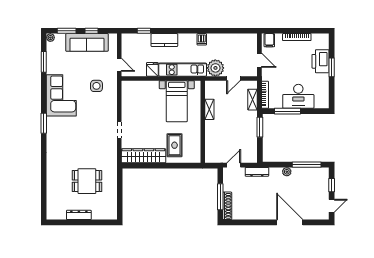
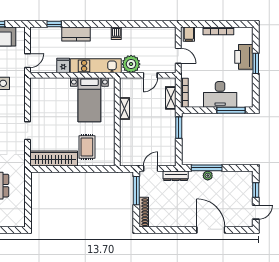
door: (119, 65) -> (28, 61), hinge flipped
window: (288, 111) -> (231, 110), moved
window: (307, 165) -> (207, 168), moved
window: (220, 197) -> (136, 191), moved

